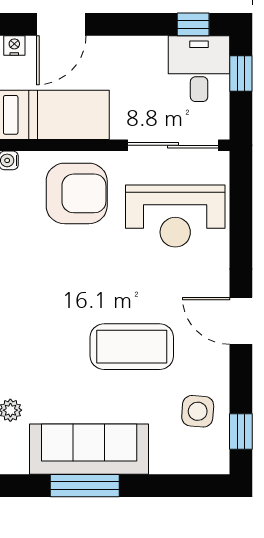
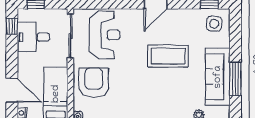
desk: (199, 69) -> (33, 37), moved
coffee table: (132, 347) -> (168, 56), turned 90
side table: (198, 411) -> (214, 24), moved

